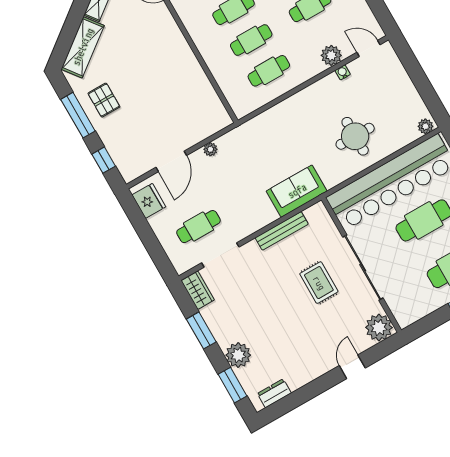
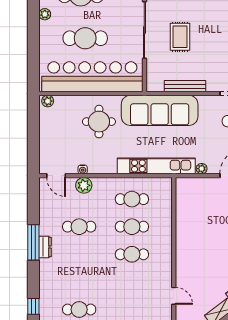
kitchen unit: (263, 123) -> (156, 166), added
sofa: (297, 191) -> (160, 110), width x1.85, depth x1.27

